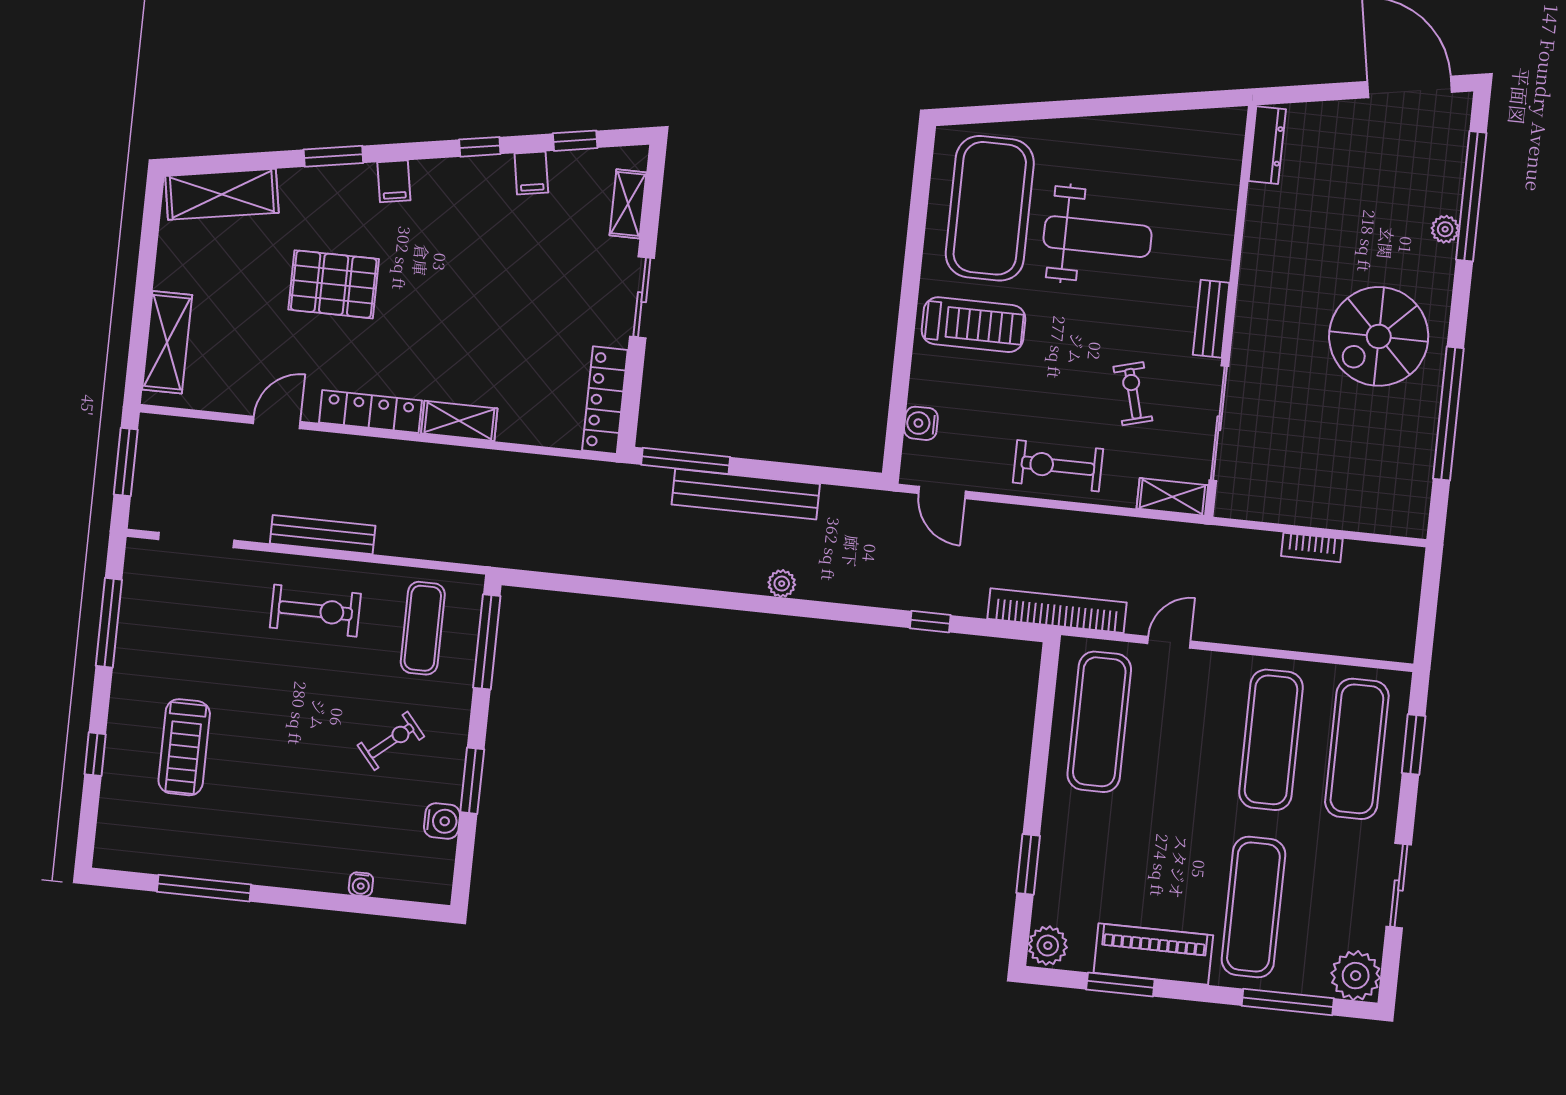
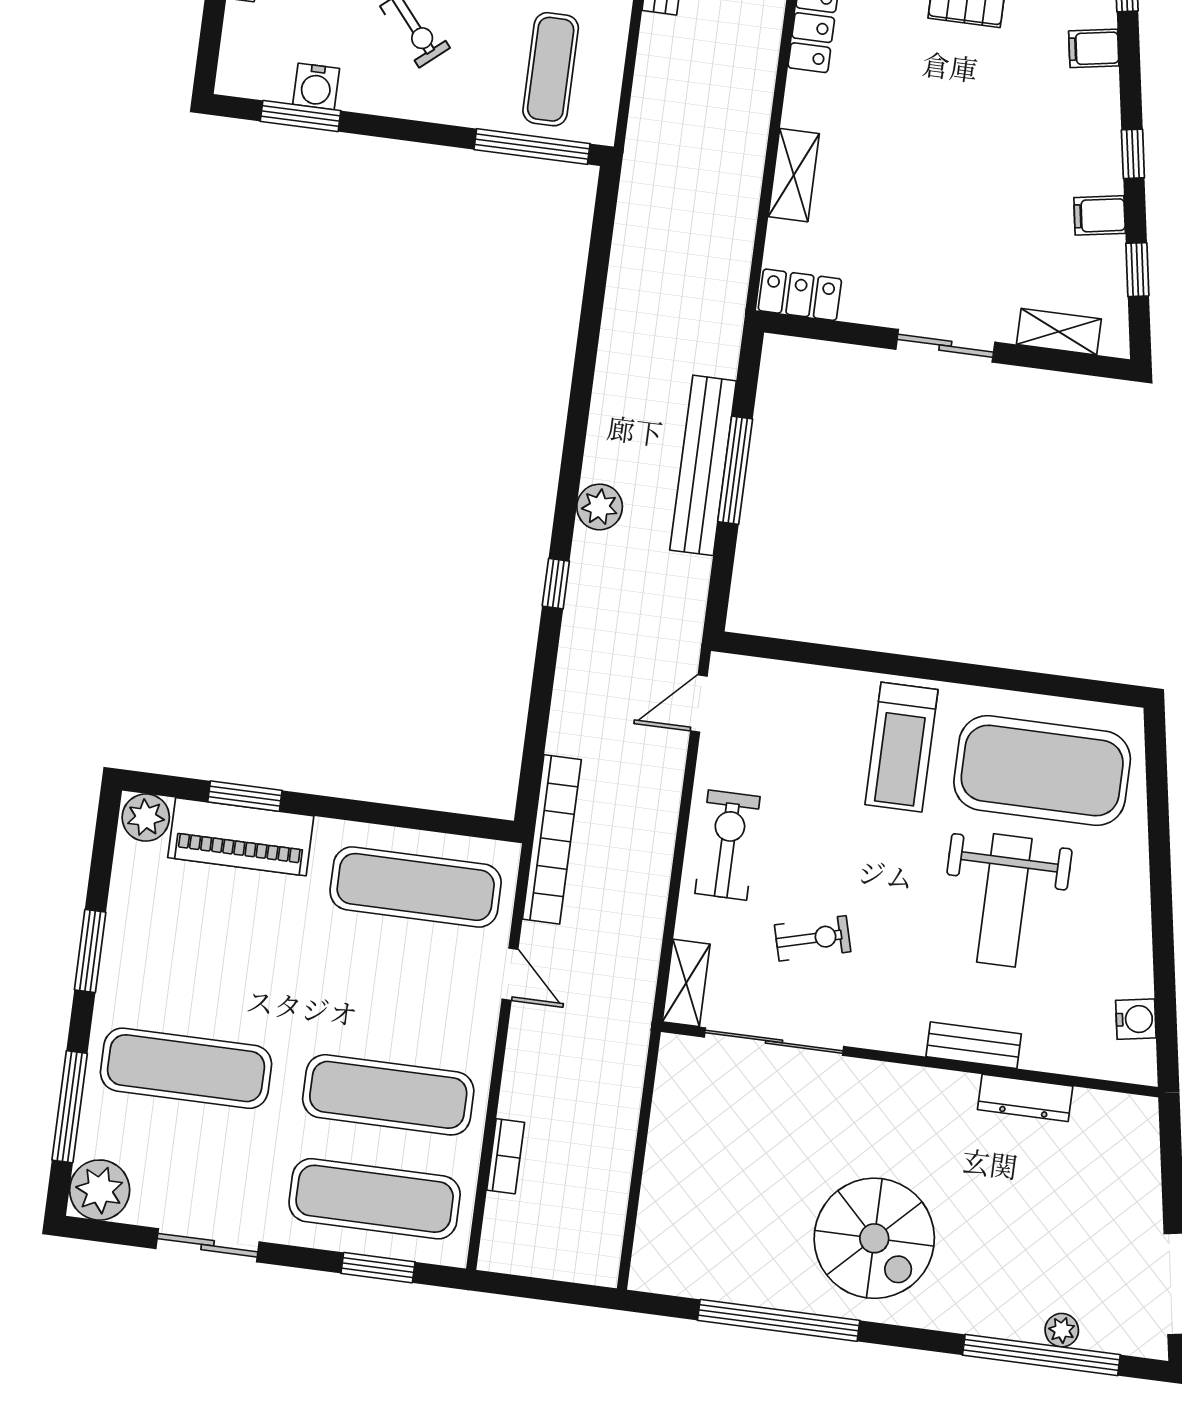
dresser: (1267, 145) -> (1025, 1098), moved
plant: (1445, 229) -> (1062, 1330), moved
bench: (1211, 319) -> (974, 1045), moved
spiral stairs: (1379, 336) -> (874, 1238), turned 180
locker: (605, 400) -> (800, 295), width x0.66
shelving: (459, 421) -> (794, 175), moved
water cooler: (921, 423) -> (1136, 1019), moved, turned 80
window: (686, 461) -> (735, 470), moved
bookcase: (1312, 547) -> (506, 1156), moved, turned 180
plant: (782, 584) -> (600, 507), width x1.38, depth x1.38
window: (930, 622) -> (556, 584), moved
exercise mat: (423, 628) -> (551, 69), turned 90
window: (472, 781) -> (301, 116), moved
piano: (1153, 954) -> (241, 837), moved, turned 90
window: (1120, 984) -> (90, 951), moved

